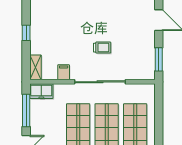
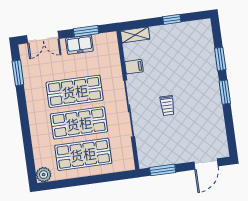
freezer: (41, 91) -> (79, 45), moved, turned -90
window: (26, 110) -> (86, 31), width x0.69

